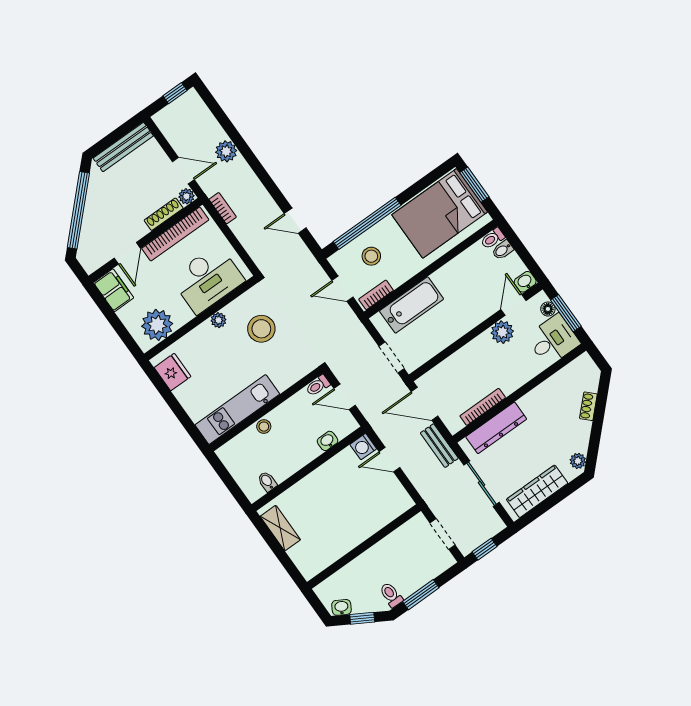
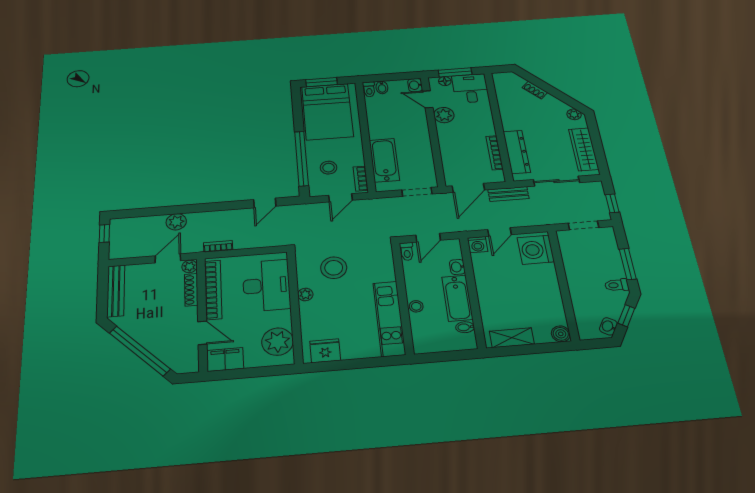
bathtub: (294, 459) -> (457, 298), added
washing machine: (388, 503) -> (536, 250), added
boiler: (309, 569) -> (561, 334), added

